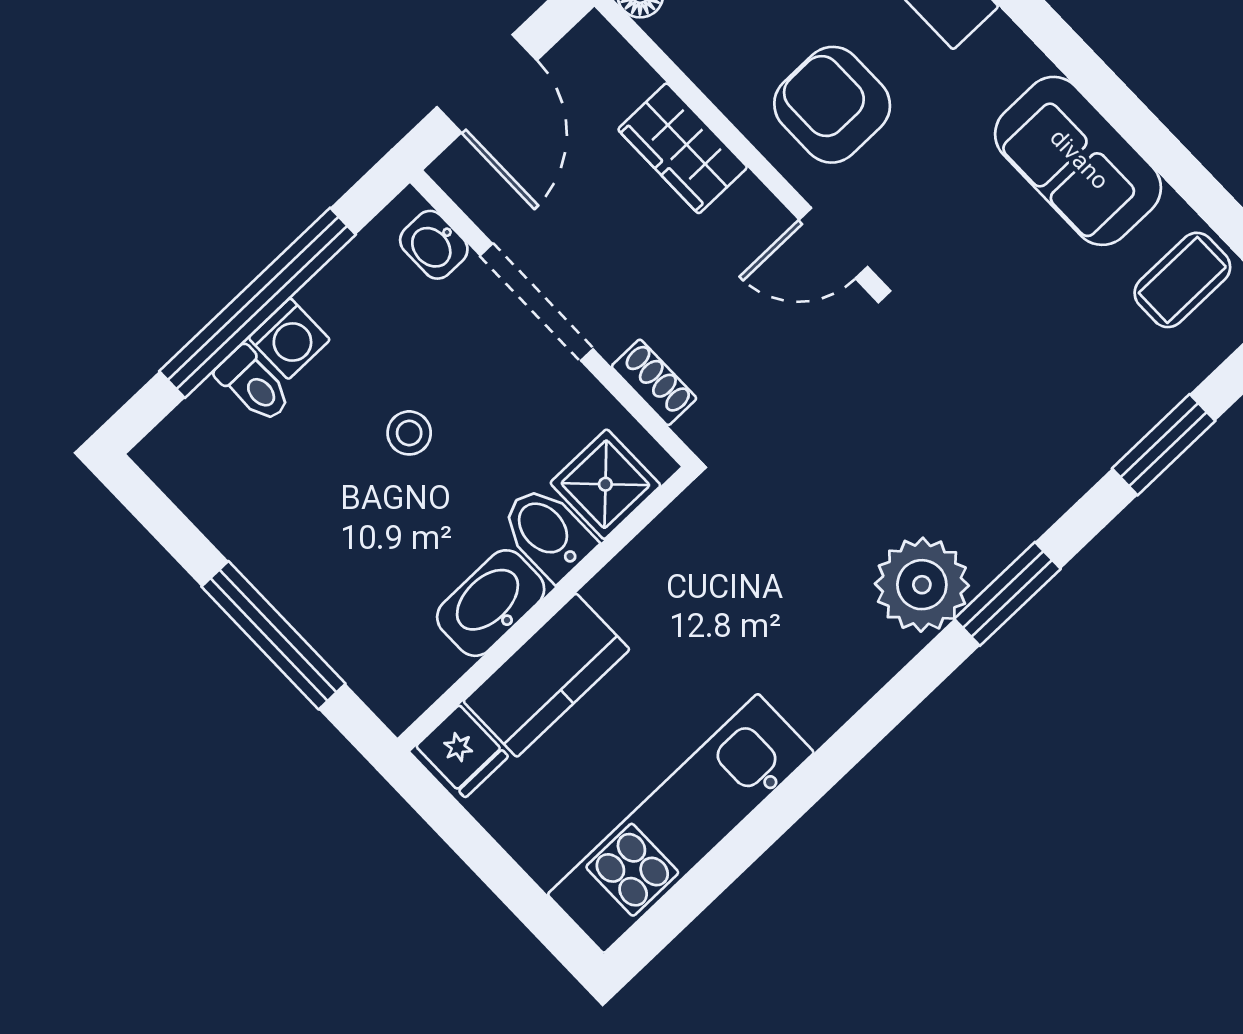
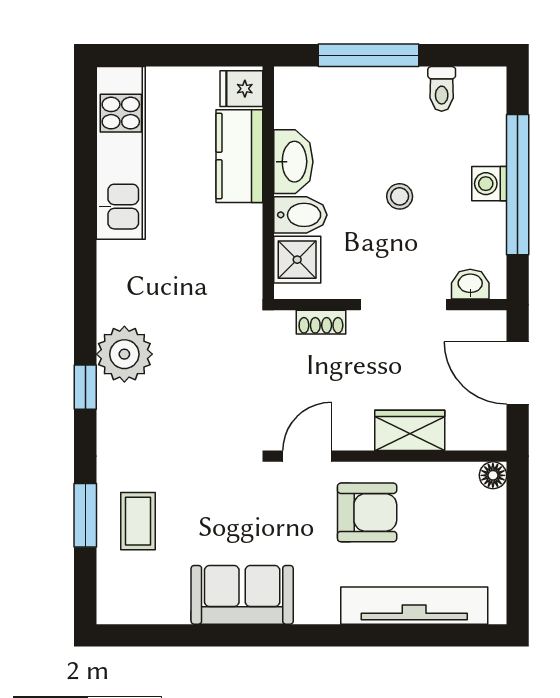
coffee table: (1182, 280) -> (138, 521), moved
toilet: (254, 385) -> (442, 89), moved, turned -90
window: (1007, 594) -> (85, 387), width x0.67

